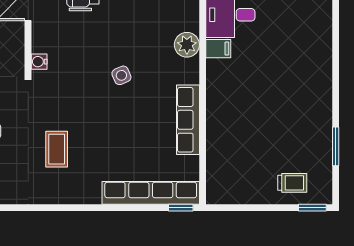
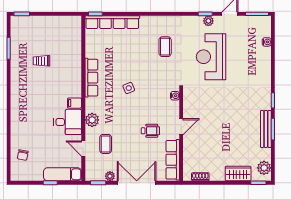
plant: (187, 45) -> (92, 120), moved
row of seats: (188, 120) -> (91, 78), moved
trolley: (292, 183) -> (41, 61), moved

